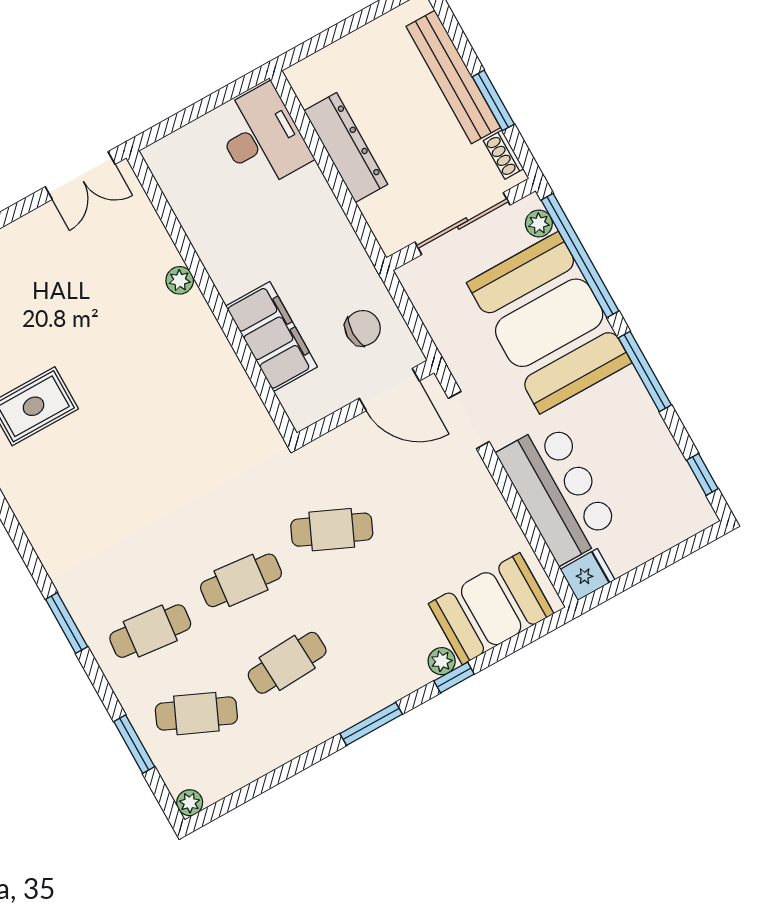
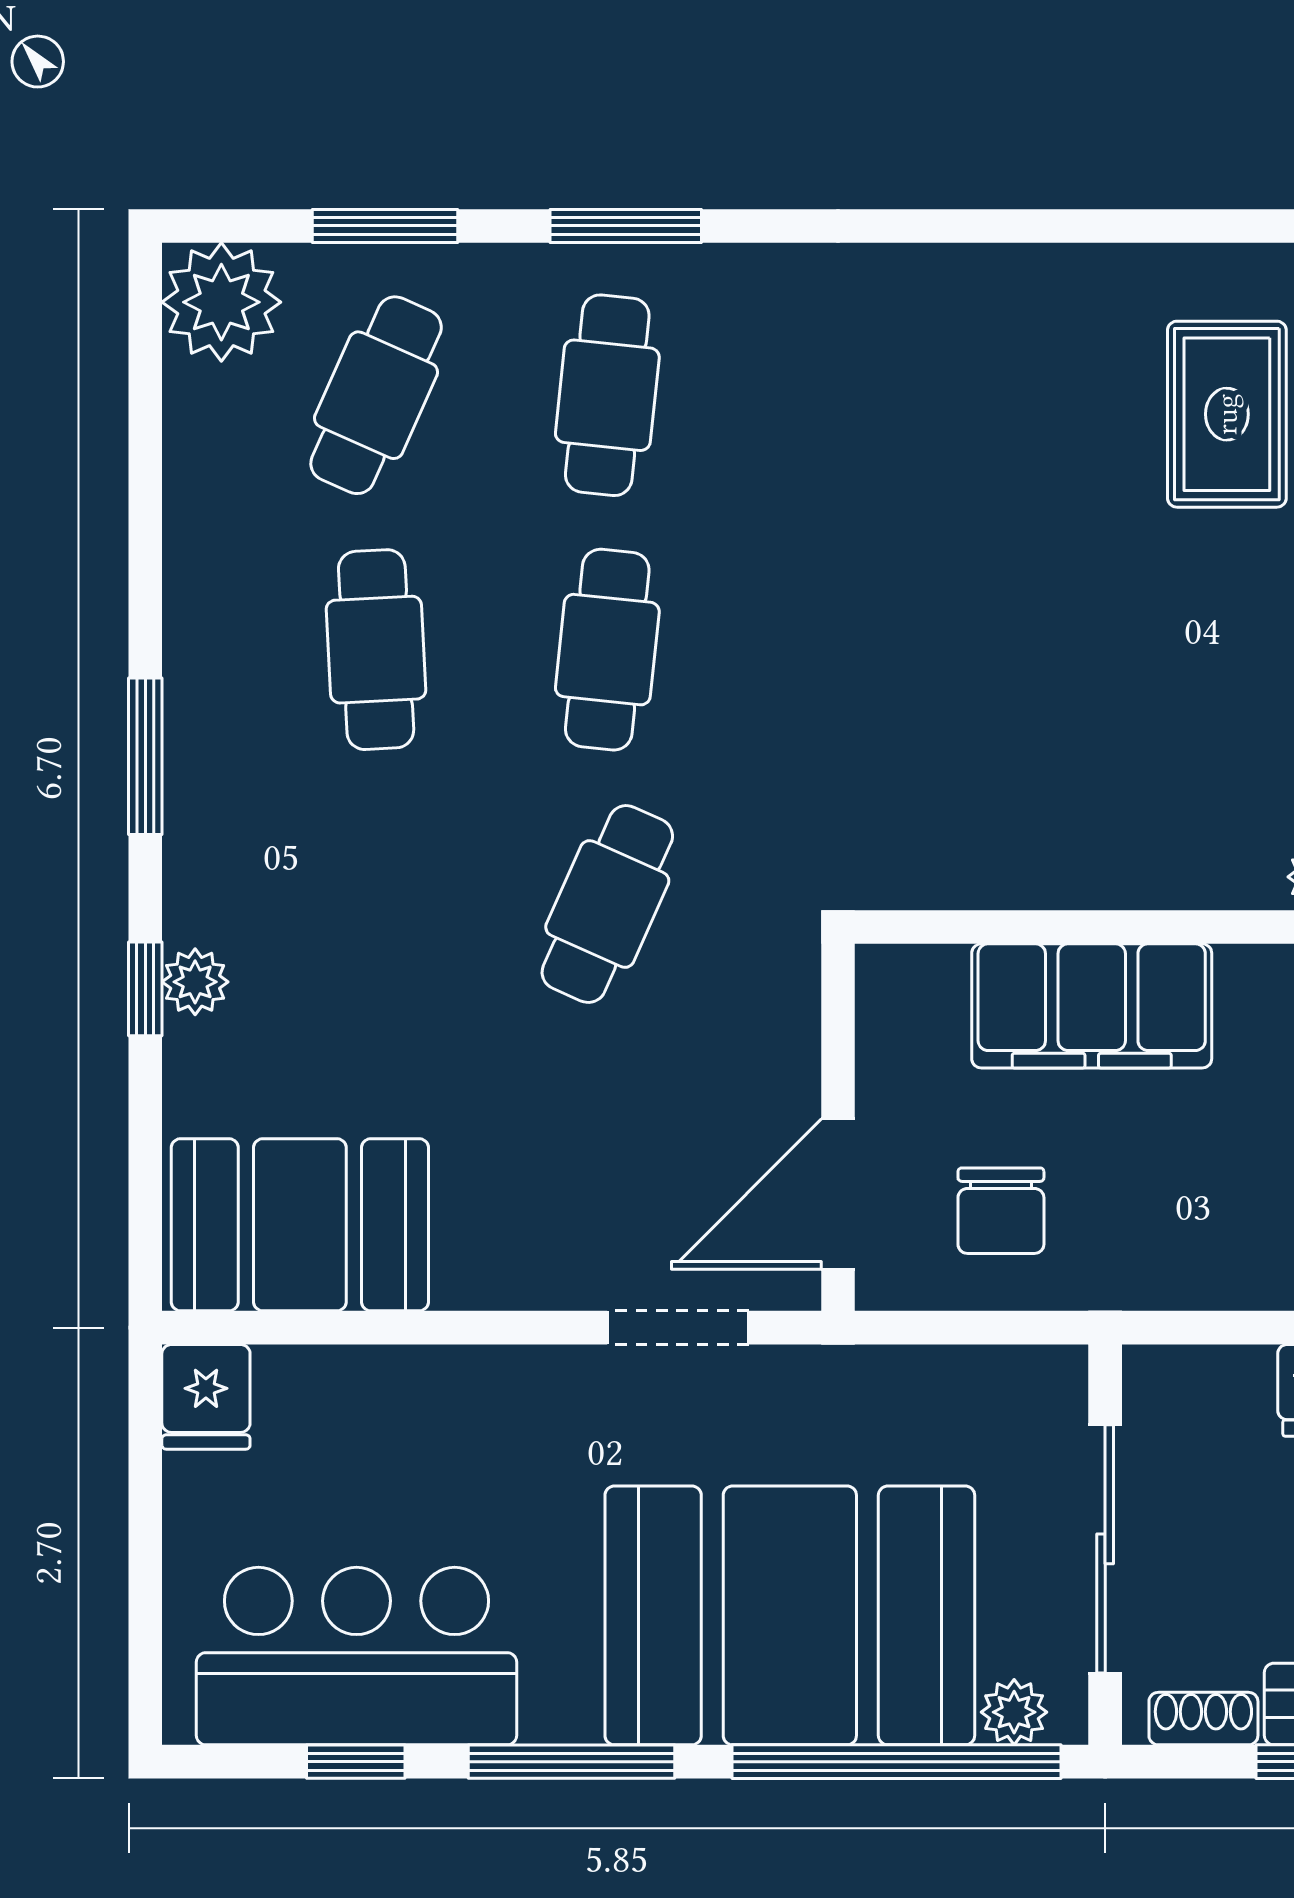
window: (702, 474) -> (356, 1762), moved
bar counter: (559, 492) -> (356, 1656), moved, turned 180
booth: (491, 609) -> (300, 1225), moved, turned 90
window: (67, 623) -> (626, 226), moved
plant: (190, 803) -> (221, 302), width x1.88, depth x1.88

